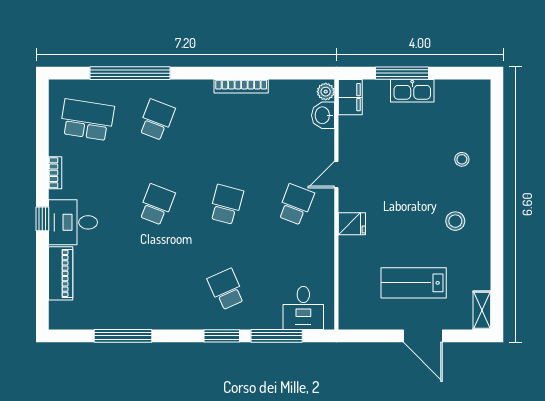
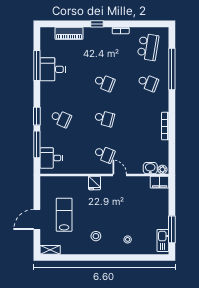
window: (402, 73) -> (172, 229), moved
kitchen sink: (412, 91) -> (163, 240), moved
desk: (73, 222) -> (53, 69), moved, turned -90
school desk: (226, 289) -> (61, 118), turned 48

